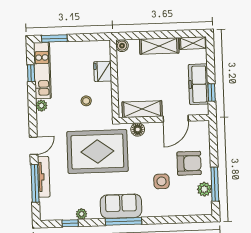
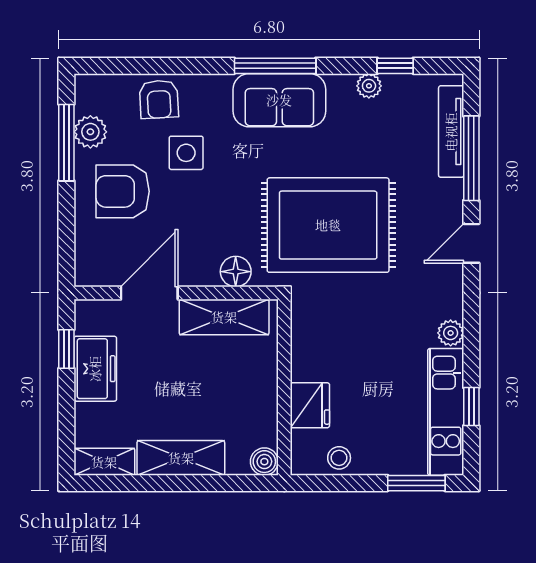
freezer: (198, 84) -> (95, 369), width x0.71
stool: (86, 101) -> (339, 458), moved
tv unit: (44, 177) -> (451, 132), moved
armchair: (174, 205) -> (159, 99), added

